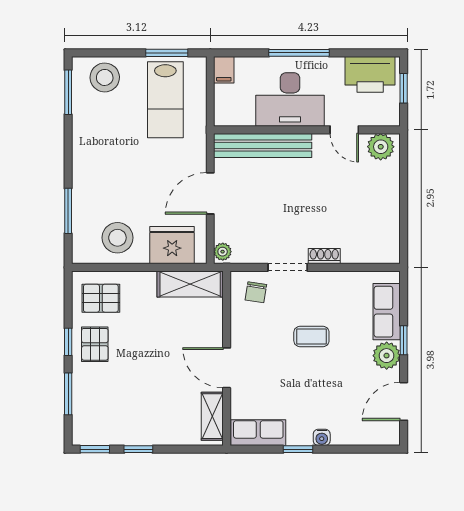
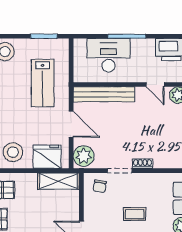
filing cabinet: (224, 70) -> (80, 47), removed
desk: (290, 99) -> (109, 55), moved, turned 180
lab bench: (165, 100) -> (43, 83), moved
door: (210, 193) -> (71, 124), swing flipped
plant: (223, 252) -> (84, 156), width x1.87, depth x1.87

